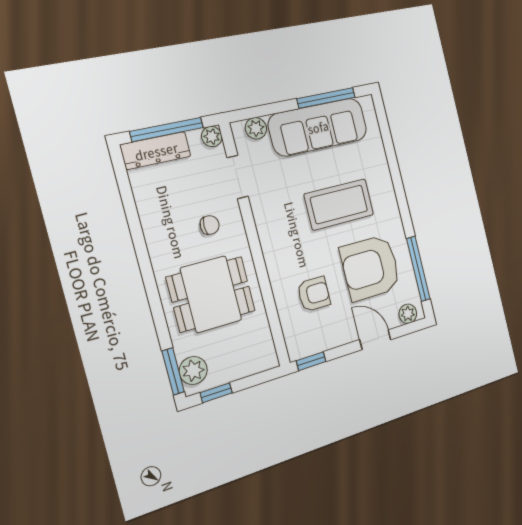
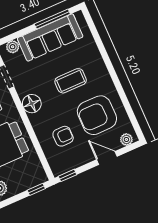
coffee table: (339, 204) -> (71, 81), width x0.73, depth x0.76
floor lamp: (272, 231) -> (32, 104), added
window: (418, 269) -> (129, 111), removed
window: (216, 393) -> (36, 189), moved

